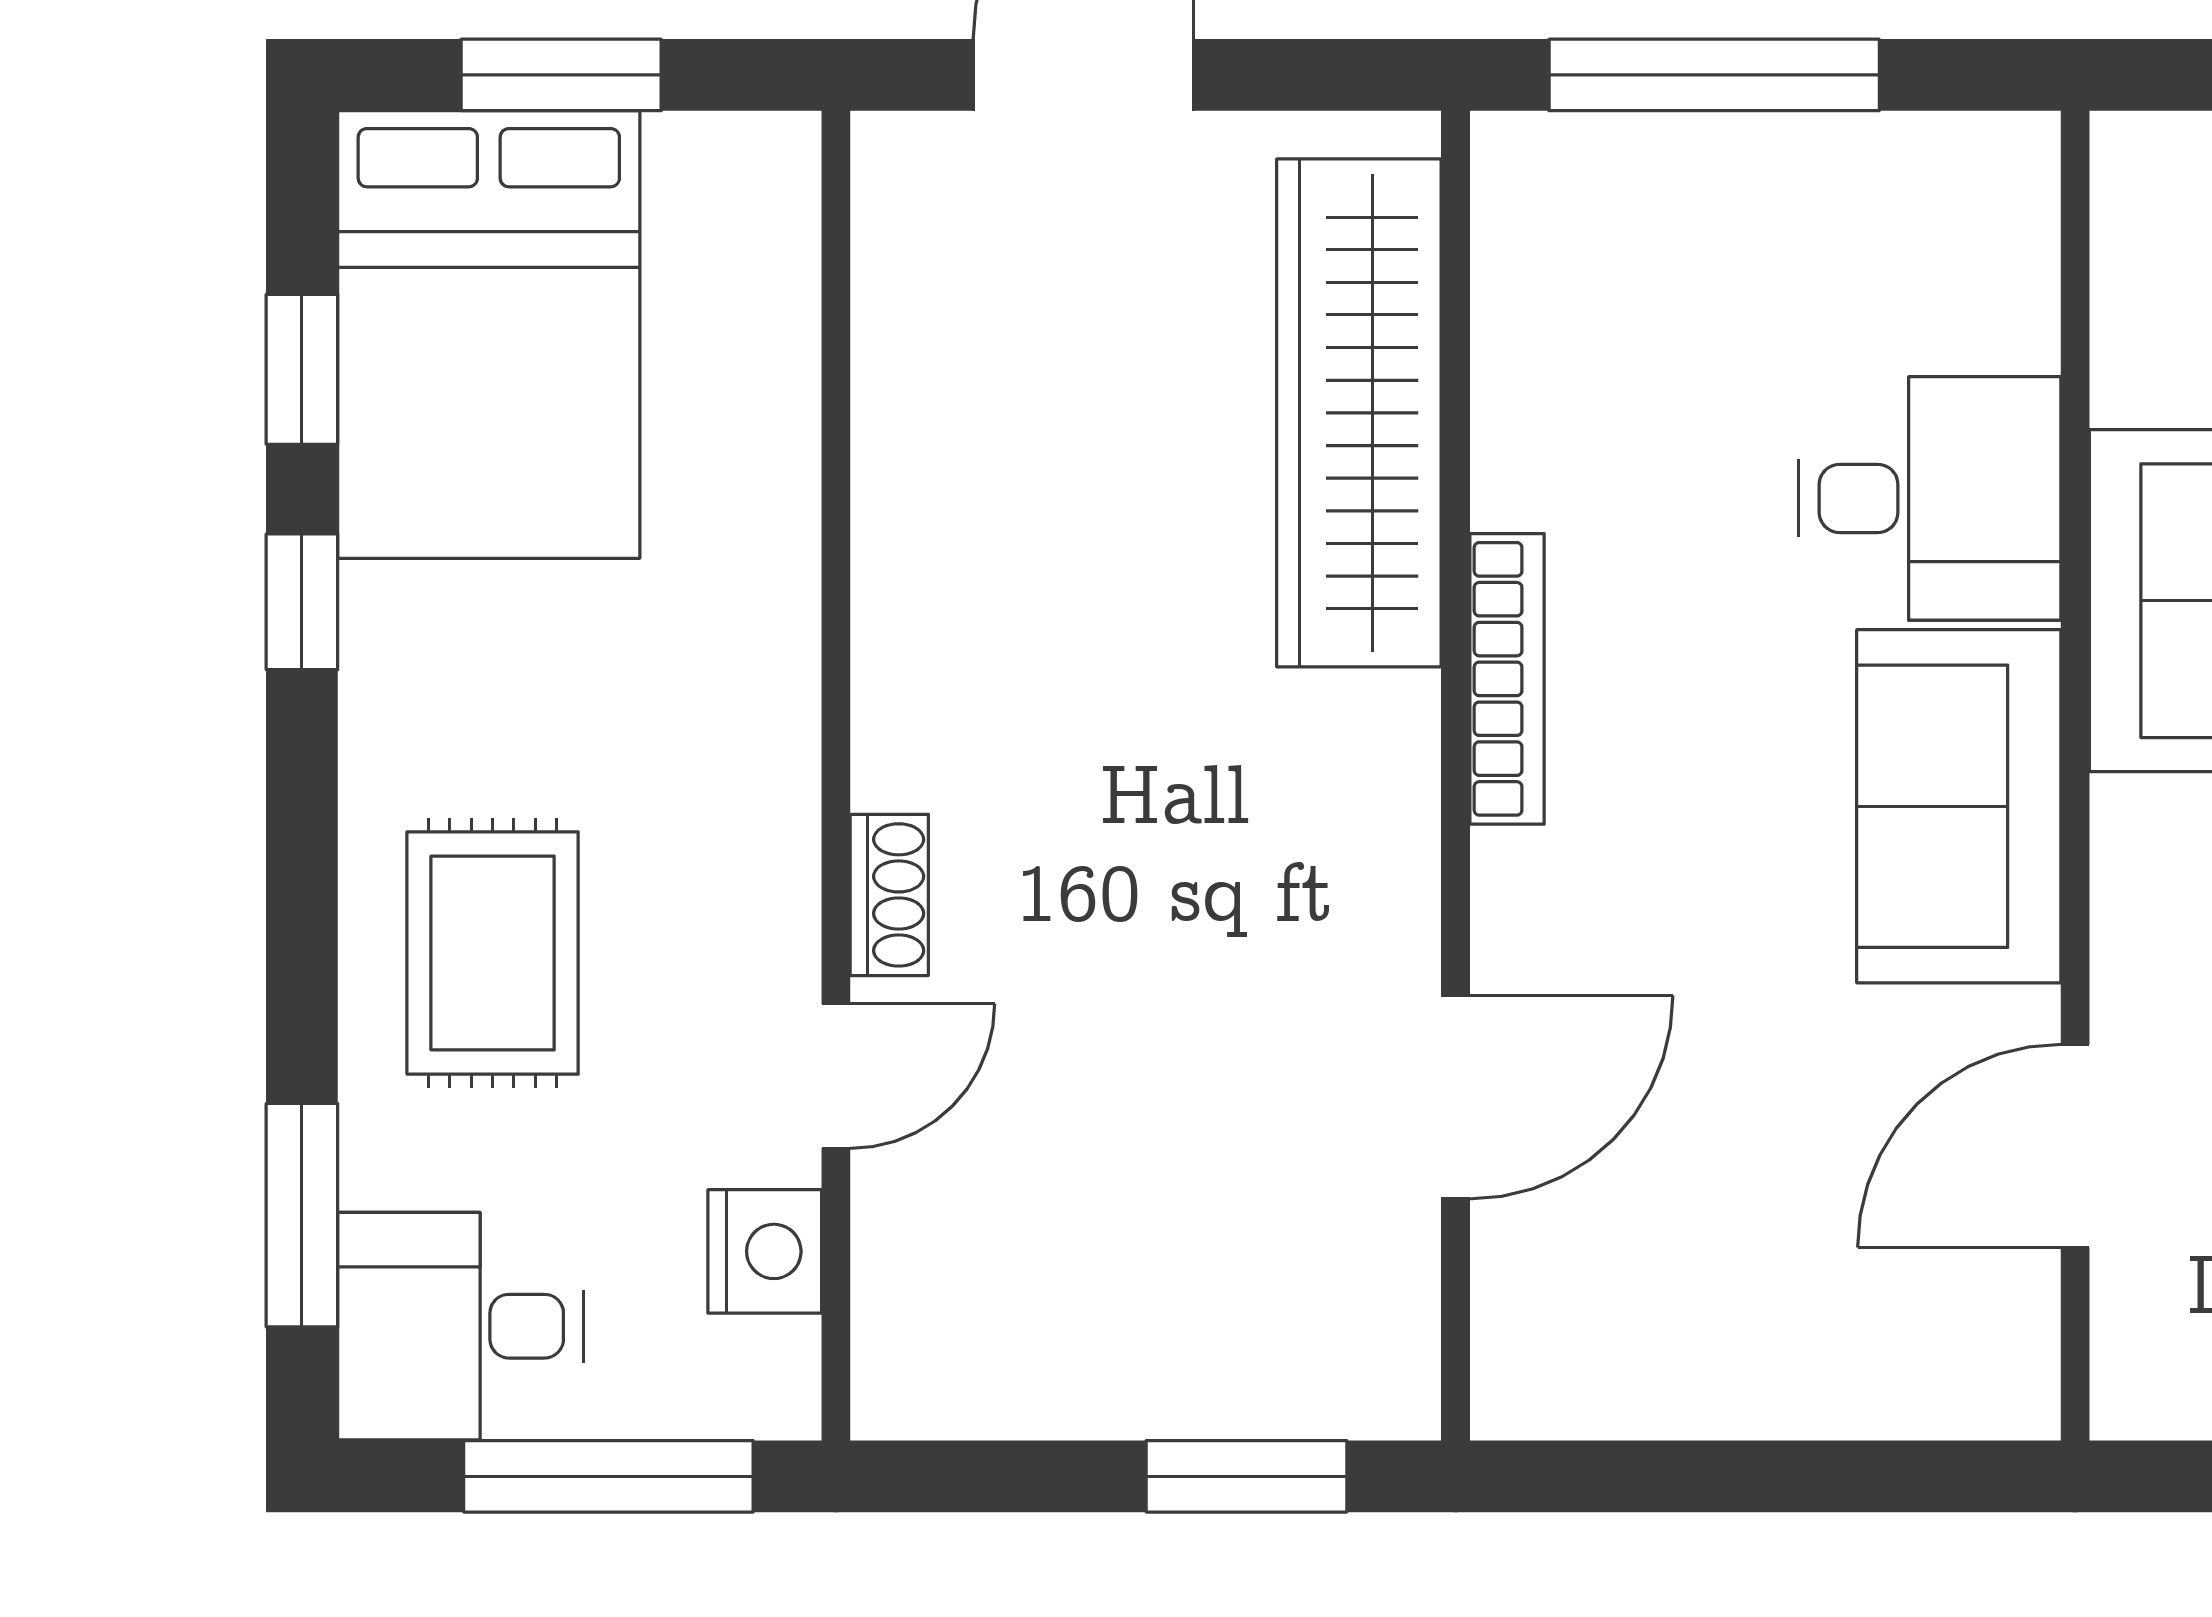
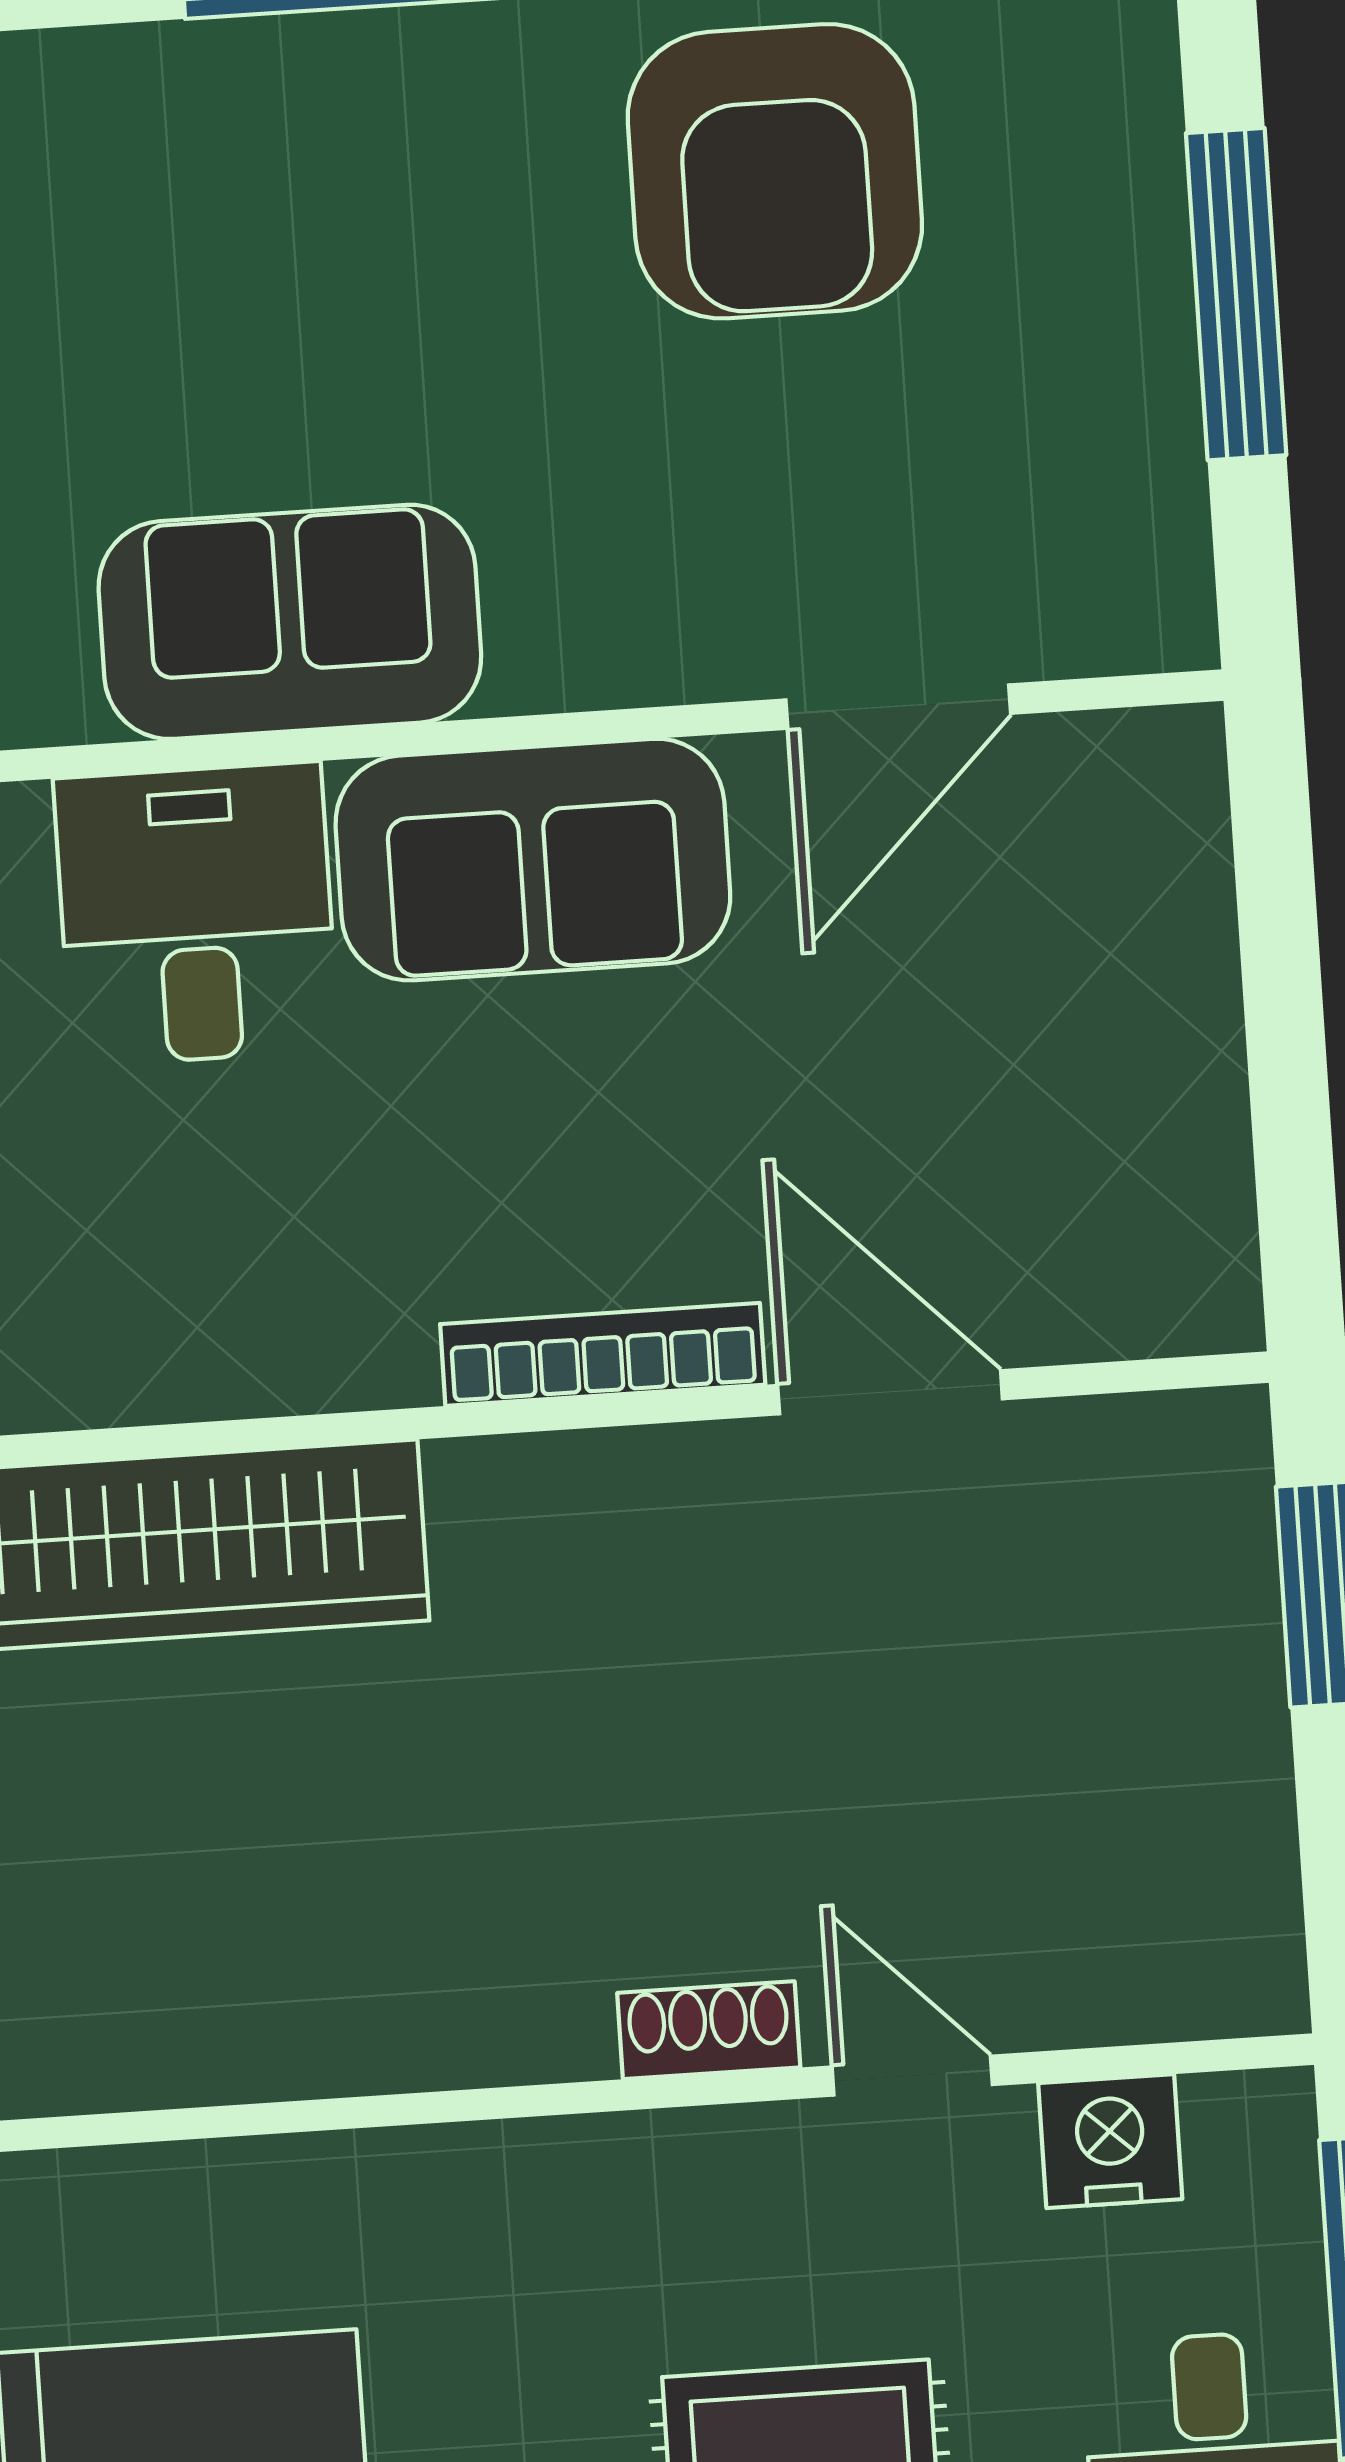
bookcase: (1507, 679) -> (603, 1354), moved
door: (2075, 1146) -> (898, 707), hinge flipped

